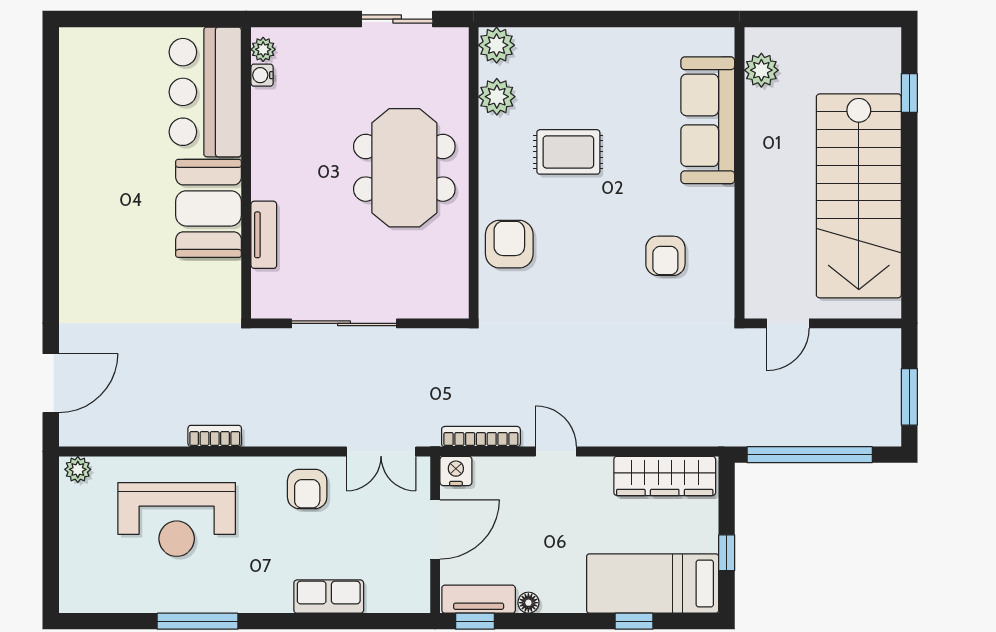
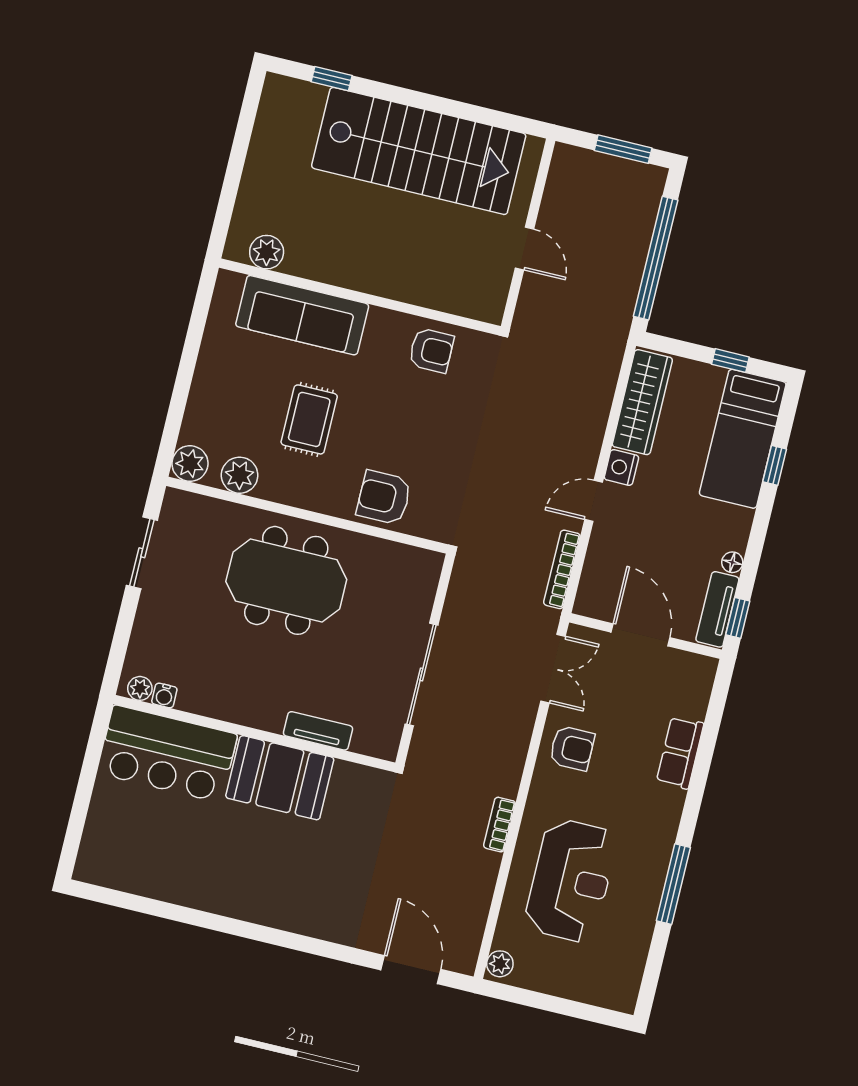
plant: (761, 70) -> (267, 252), moved
sofa: (708, 120) -> (302, 315), moved
wall: (739, 173) -> (360, 297), moved
nightstand: (456, 471) -> (621, 467), moved

